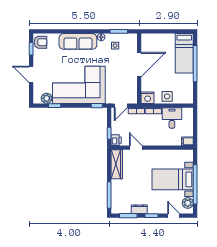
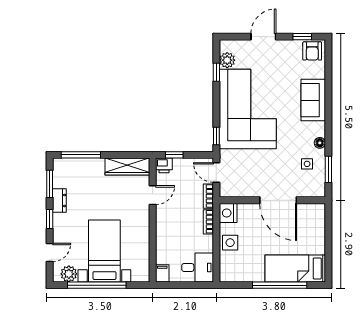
sofa: (78, 41) -> (313, 100), width x0.73
desk: (172, 118) -> (198, 267), moved

